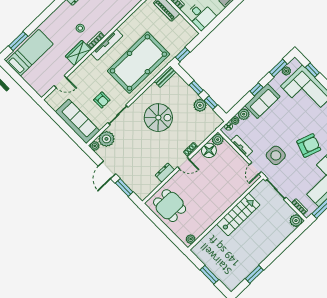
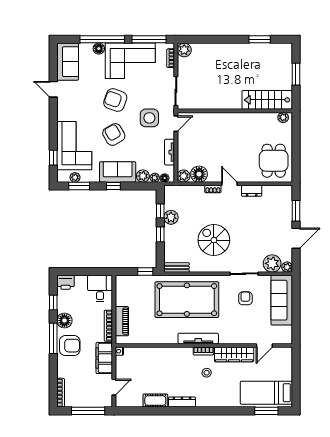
wardrobe: (78, 53) -> (234, 354), width x1.50
door: (60, 82) -> (264, 345), swing flipped
armchair: (288, 123) -> (114, 134), added
stairs: (238, 214) -> (267, 100), moved

